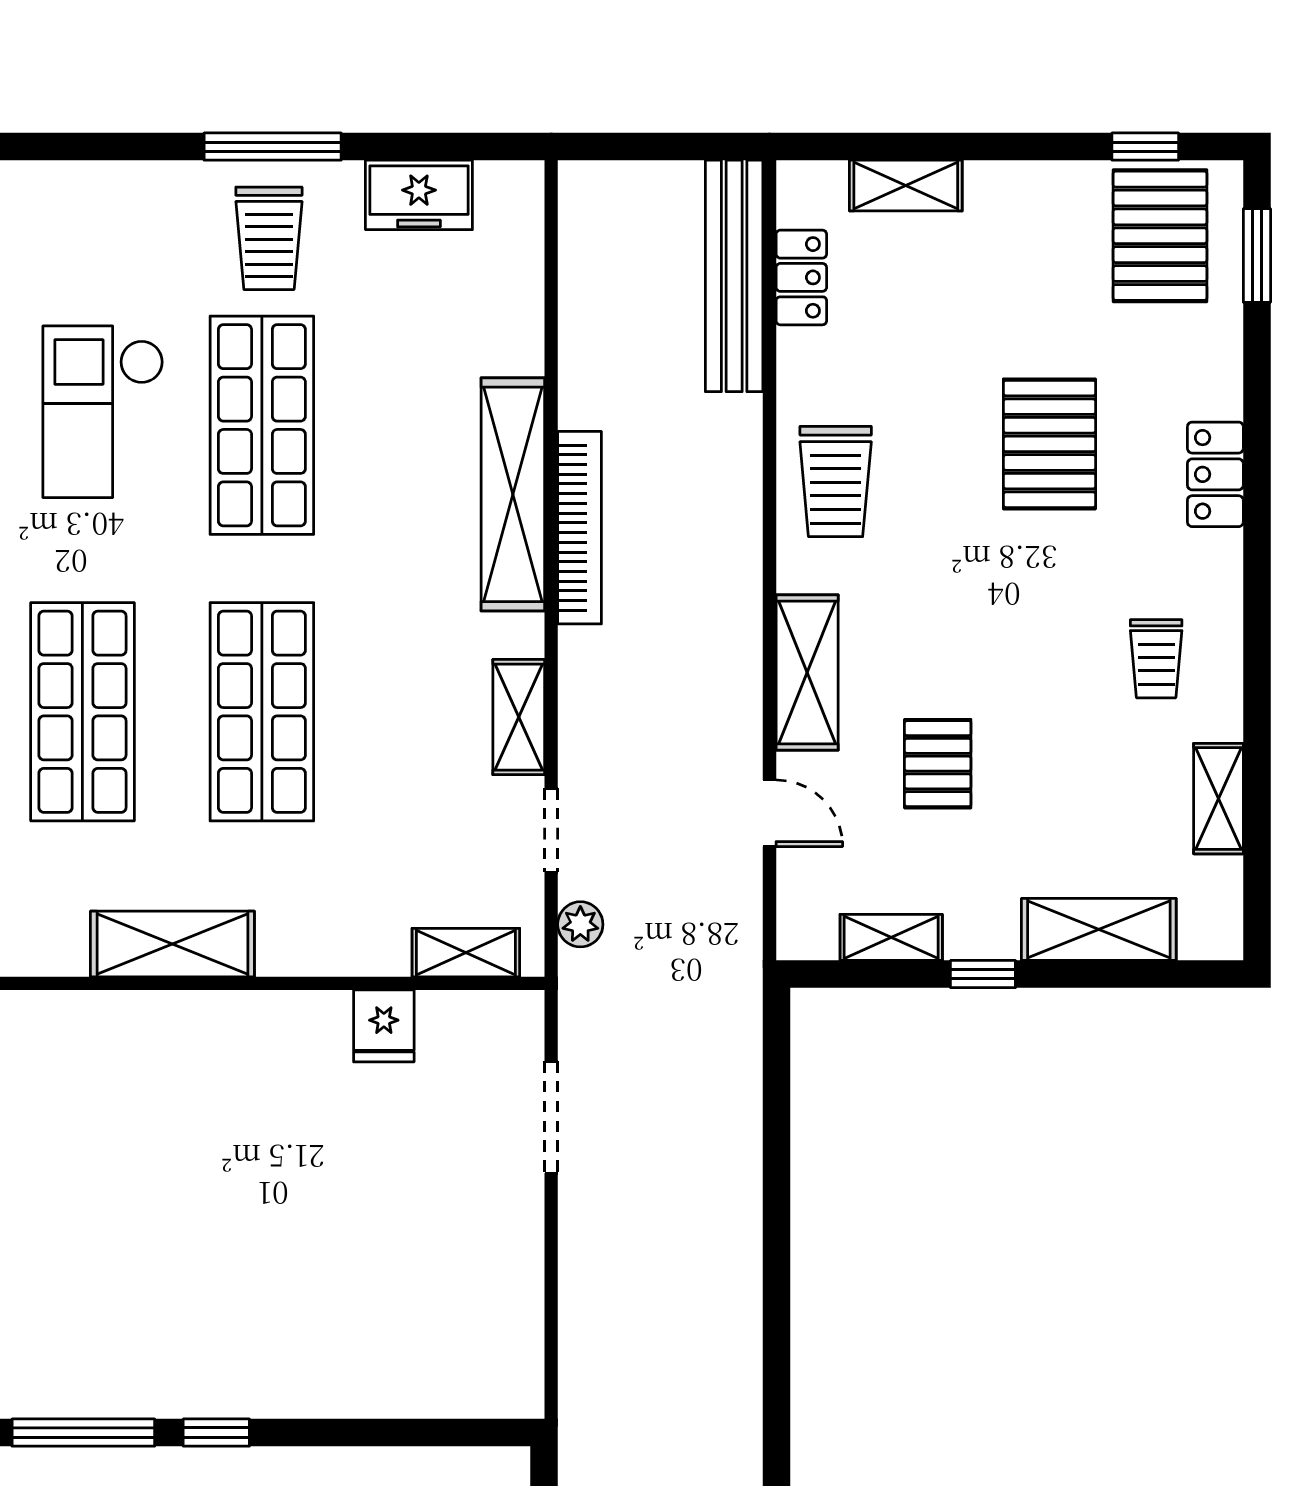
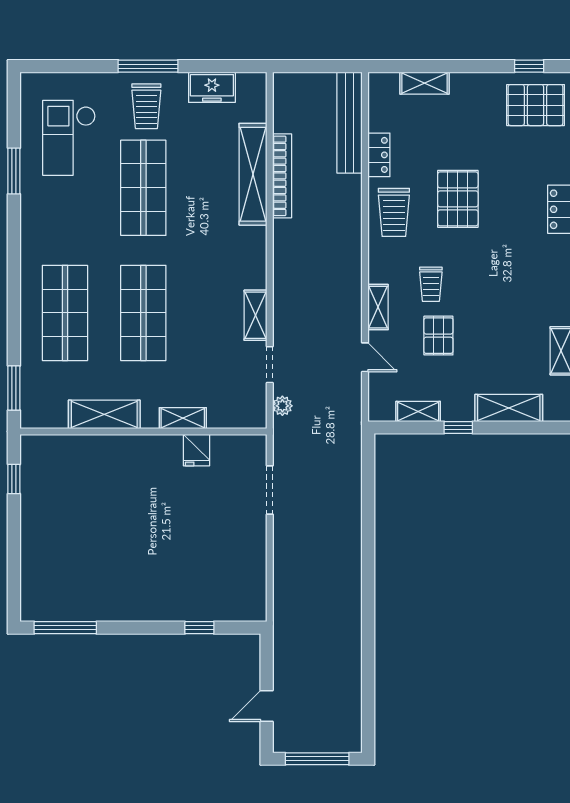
pallet: (1160, 236) -> (536, 105), turned 90
locker: (801, 277) -> (379, 155), moved
checkout: (103, 412) -> (69, 138), moved
pallet: (1049, 444) -> (458, 199), moved
shelving: (513, 494) -> (253, 174), moved
bookcase: (580, 528) -> (282, 176), moved
trolley: (1156, 659) -> (431, 284), moved
shelving: (807, 673) -> (378, 307), width x0.67, depth x0.75
shelving: (466, 953) -> (183, 418), moved
window: (216, 1433) -> (199, 628), moved

